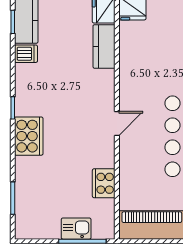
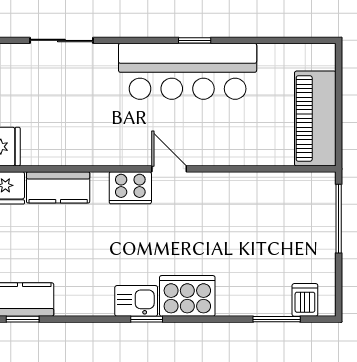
dishwasher: (26, 54) -> (305, 300), moved
cooker: (104, 183) -> (130, 188), moved
kitchen sink: (76, 229) -> (136, 301), moved, turned 90

